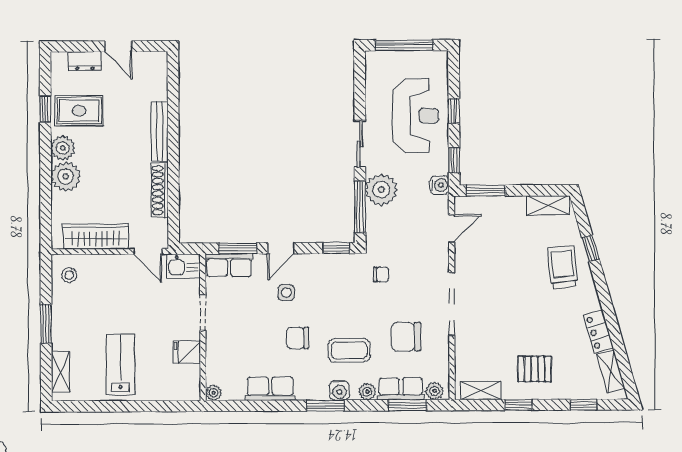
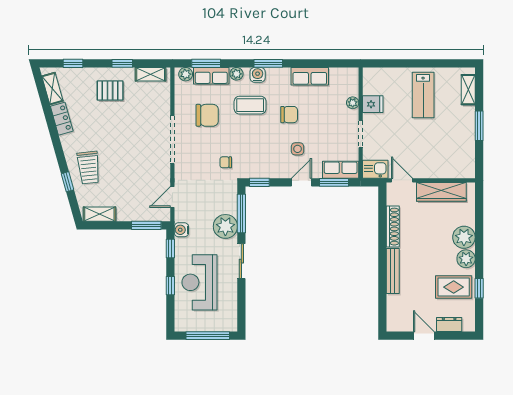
stool: (69, 275) -> (462, 163), removed
plant: (214, 393) -> (353, 103), moved

